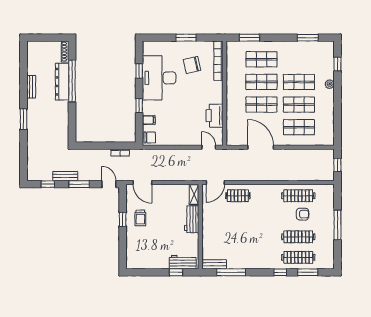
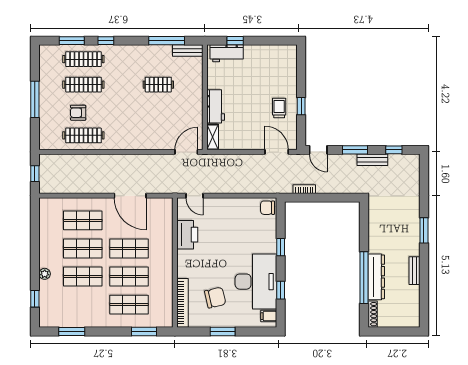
filing cabinet: (149, 120) -> (269, 316), moved
clothes rail: (238, 196) -> (158, 85), moved

